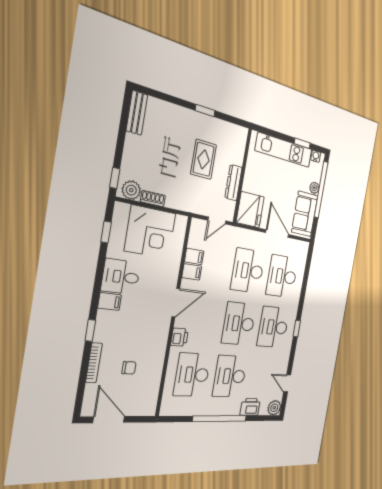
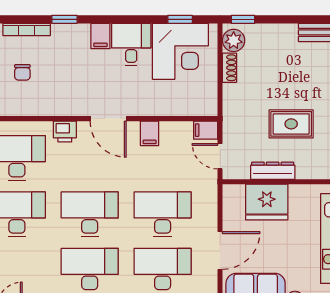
fridge: (250, 210) -> (267, 202), moved
corner desk: (150, 232) -> (180, 51), moved, turned -90
filing cabinet: (194, 256) -> (206, 130), moved, turned 90

